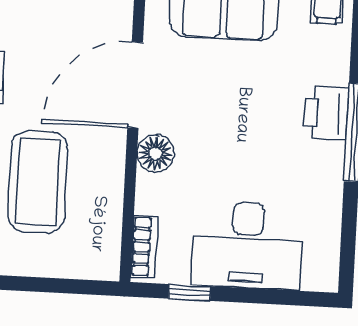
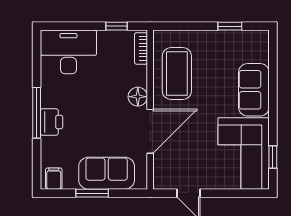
coffee table: (38, 182) -> (177, 73), moved
desk: (247, 245) -> (68, 52), moved

